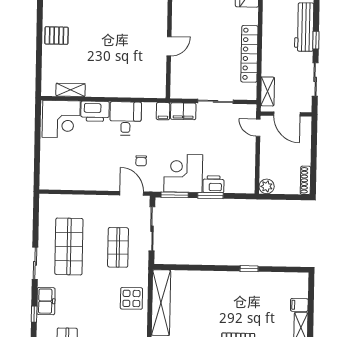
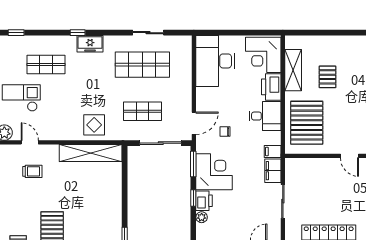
pallet: (56, 36) -> (327, 77), moved
door: (169, 46) -> (349, 156), moved
pallet: (133, 75) -> (307, 123), added
shelving: (71, 90) -> (293, 70), width x1.50, depth x1.33
desk: (67, 170) -> (215, 61), added
plant: (231, 187) -> (202, 217), added
window: (210, 196) -> (193, 198), width x0.67
sliding door: (35, 263) -> (148, 33), moved

